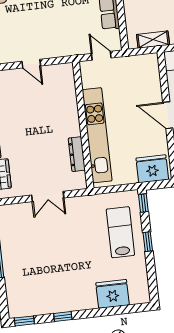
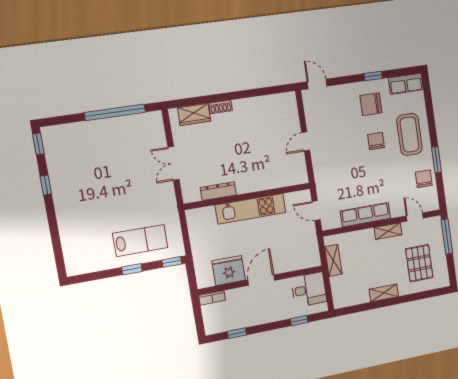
door: (101, 56) -> (316, 211), swing flipped
kitchen unit: (97, 135) -> (251, 209), width x0.73
fridge: (152, 169) -> (229, 270), moved, turned -90
fridge: (113, 294) -> (74, 236), removed

